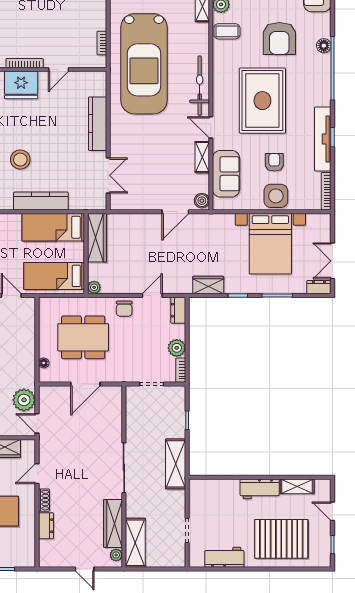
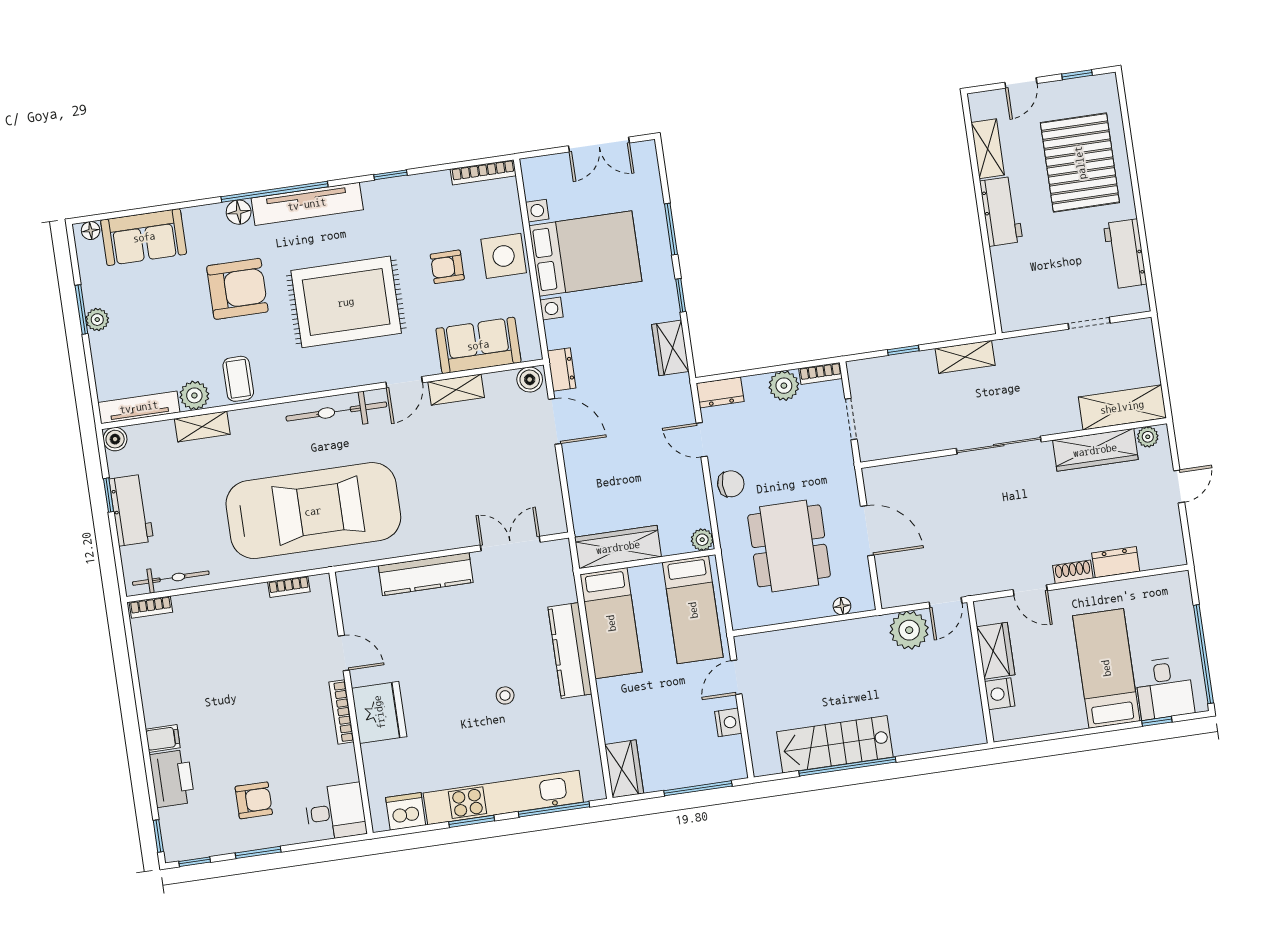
tv unit: (323, 139) -> (307, 204), moved
stool: (20, 160) -> (505, 695), width x0.53, depth x0.53
dresser: (319, 287) -> (562, 369), moved, turned 180
shelving: (176, 464) -> (965, 357), width x0.67, depth x0.75

